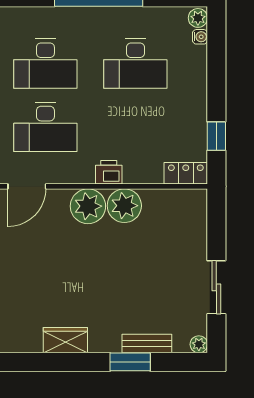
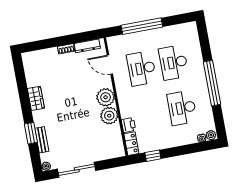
printer: (109, 172) -> (128, 125), moved
sliding door: (216, 287) -> (77, 170), width x1.37

